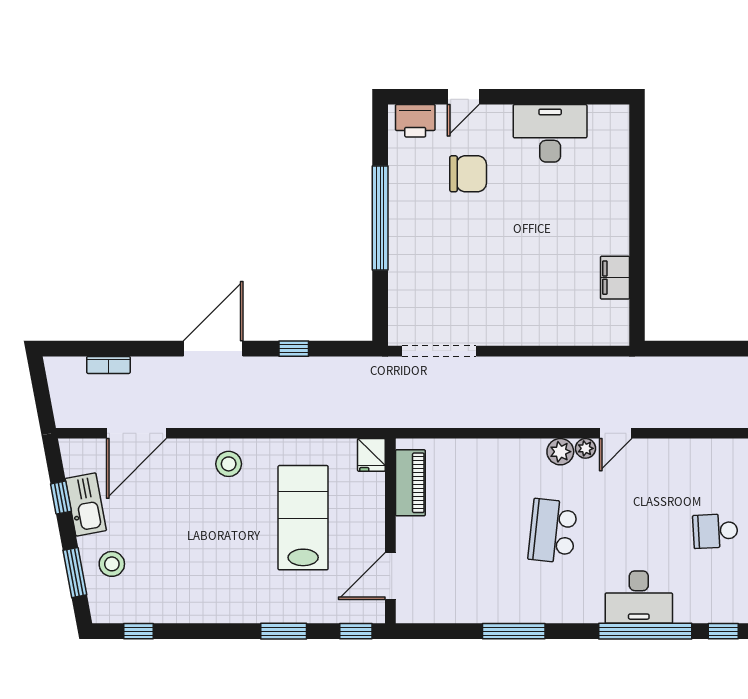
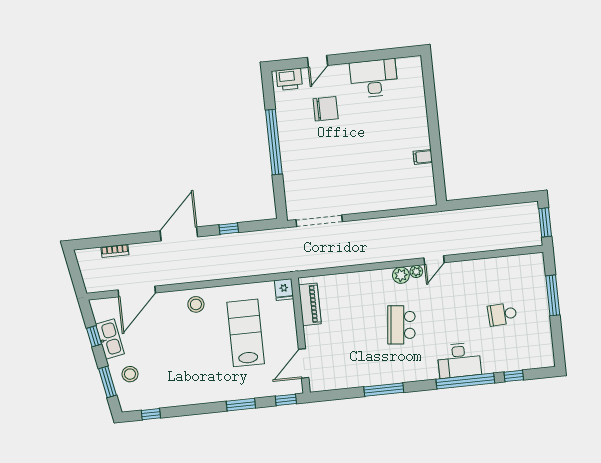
filing cabinet: (615, 278) -> (423, 157), width x0.50

